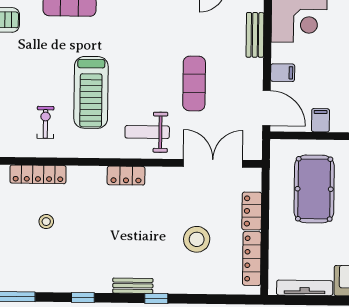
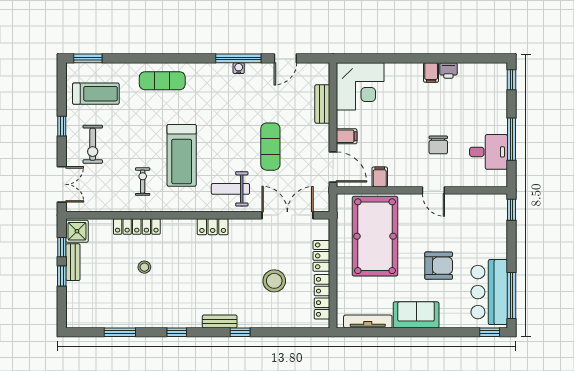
pool table: (314, 189) -> (375, 236), width x1.36, depth x1.32

